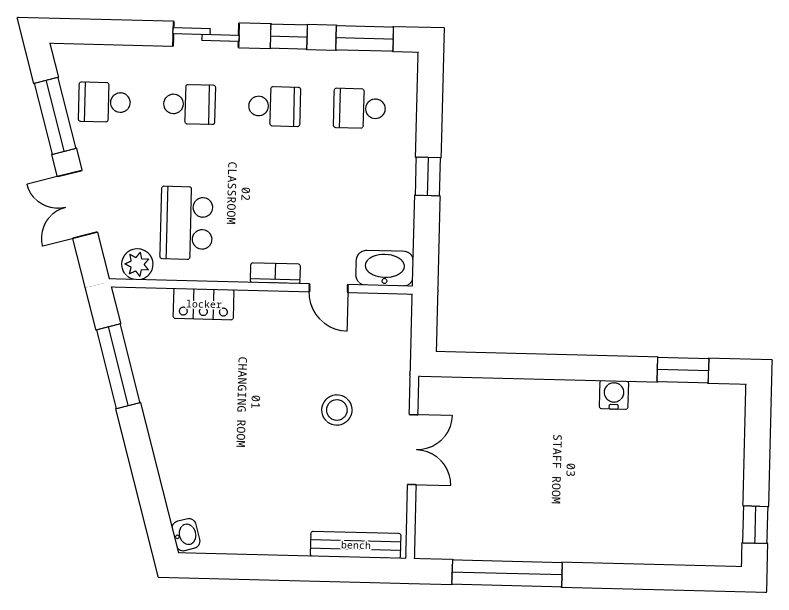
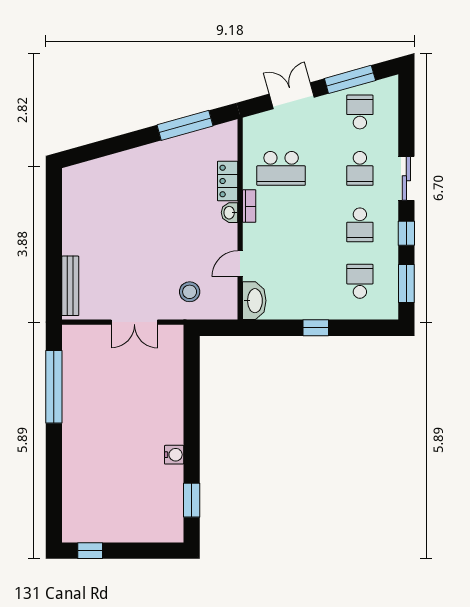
school desk: (187, 223) -> (281, 168), turned 180
plant: (137, 264) -> (253, 136), removed
bookcase: (275, 273) -> (249, 206), moved
stool: (337, 410) -> (190, 292), moved
washbasin: (186, 535) -> (230, 213), moved, turned 106

